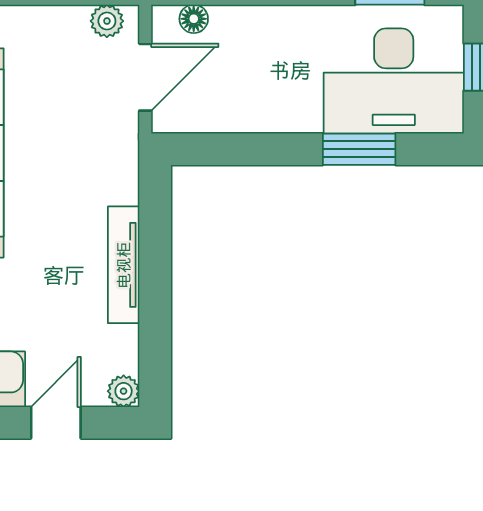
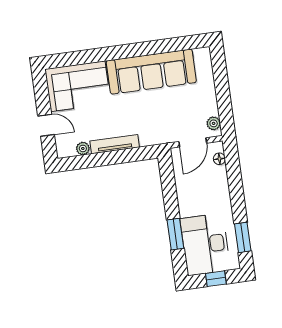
door: (145, 77) -> (193, 142), hinge flipped
plant: (124, 391) -> (83, 148), moved

